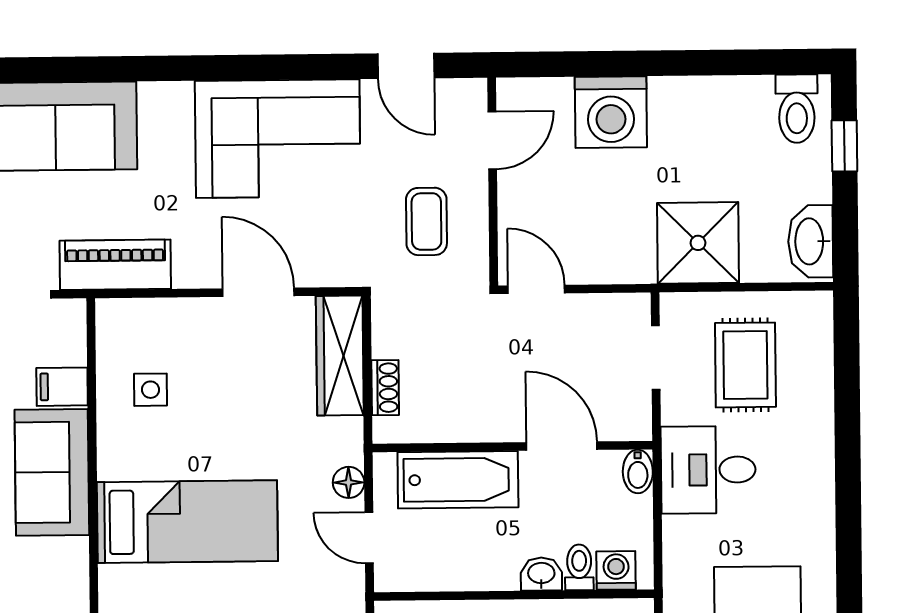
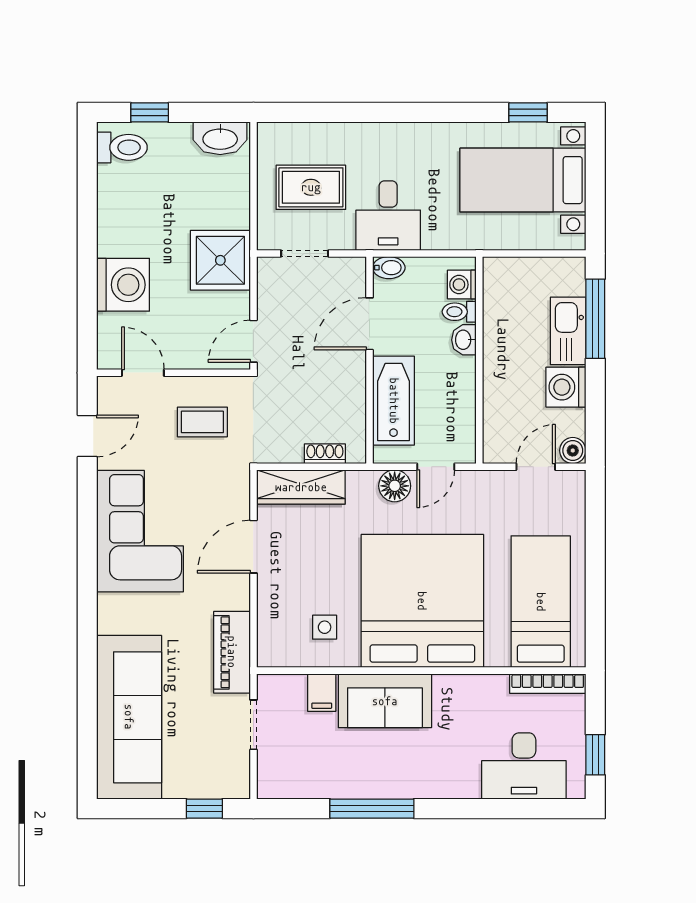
shower: (698, 243) -> (220, 260), moved
floor lamp: (349, 482) -> (395, 486), width x1.37, depth x1.37
bed: (187, 522) -> (422, 601), width x2.04

